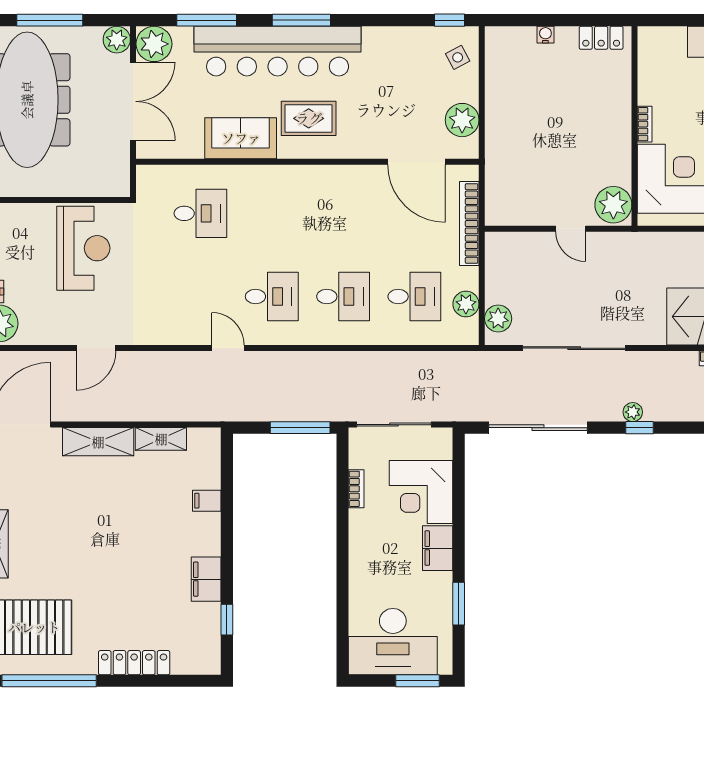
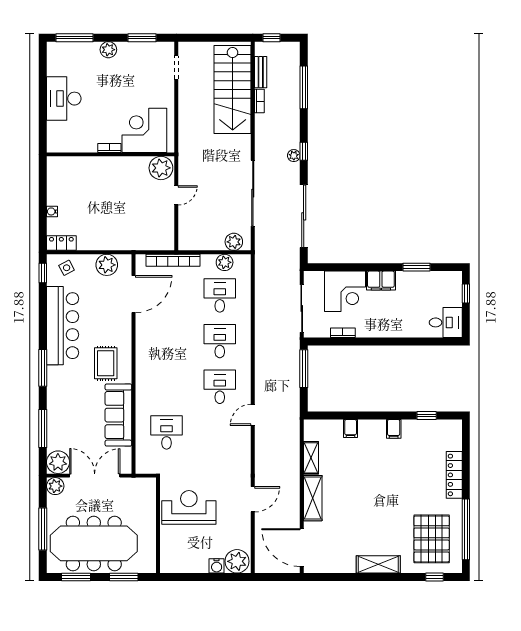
locker: (601, 38) -> (61, 243), moved, turned -90
bar counter: (278, 51) -> (63, 326), moved, width x0.73
sofa: (241, 138) -> (118, 415), width x1.36
door: (96, 348) -> (253, 499), hinge flipped
filing cabinet: (206, 579) -> (394, 429), width x0.50
desk: (393, 642) -> (446, 322), width x0.53, depth x0.77
window: (417, 681) -> (466, 293), width x0.67

